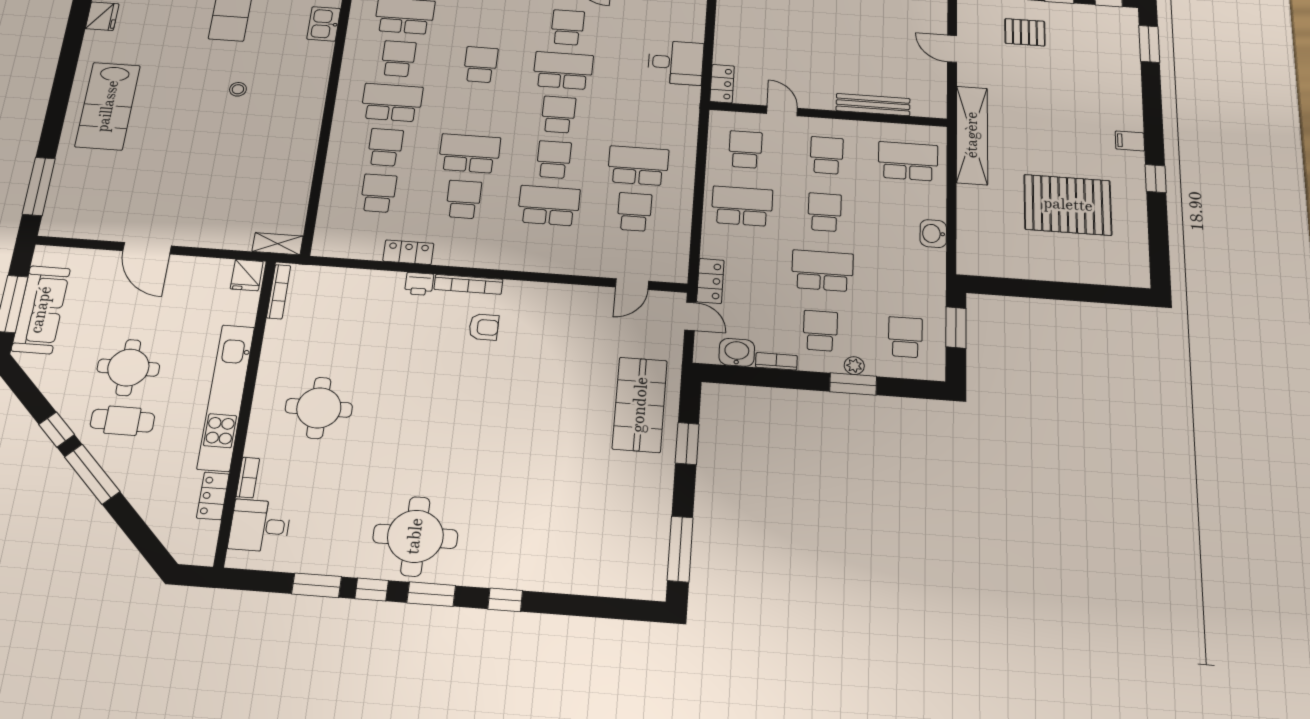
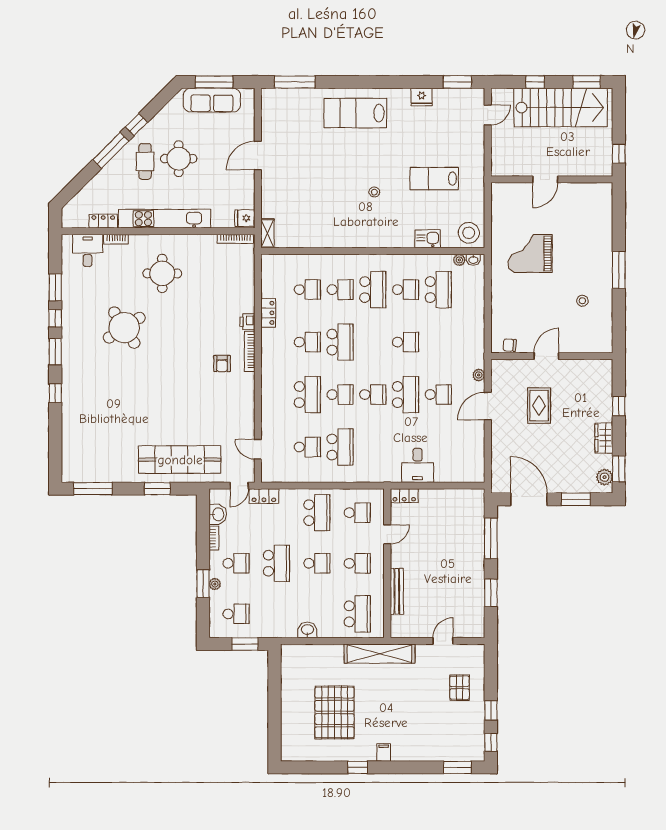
shop shelf: (640, 405) -> (180, 460), width x1.40
round table: (415, 536) -> (124, 328), moved, turned -33

